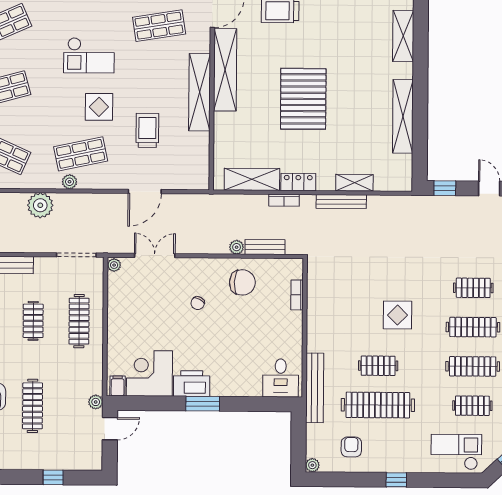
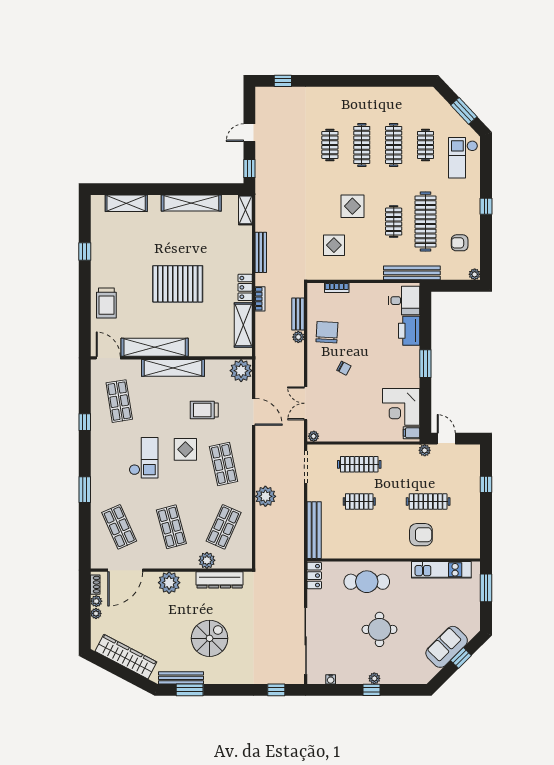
plant: (69, 182) -> (241, 371), moved, width x1.88, depth x1.88
shelving: (354, 183) -> (245, 210), moved
display table: (350, 292) -> (334, 245), added
printer: (192, 384) -> (409, 331), moved

